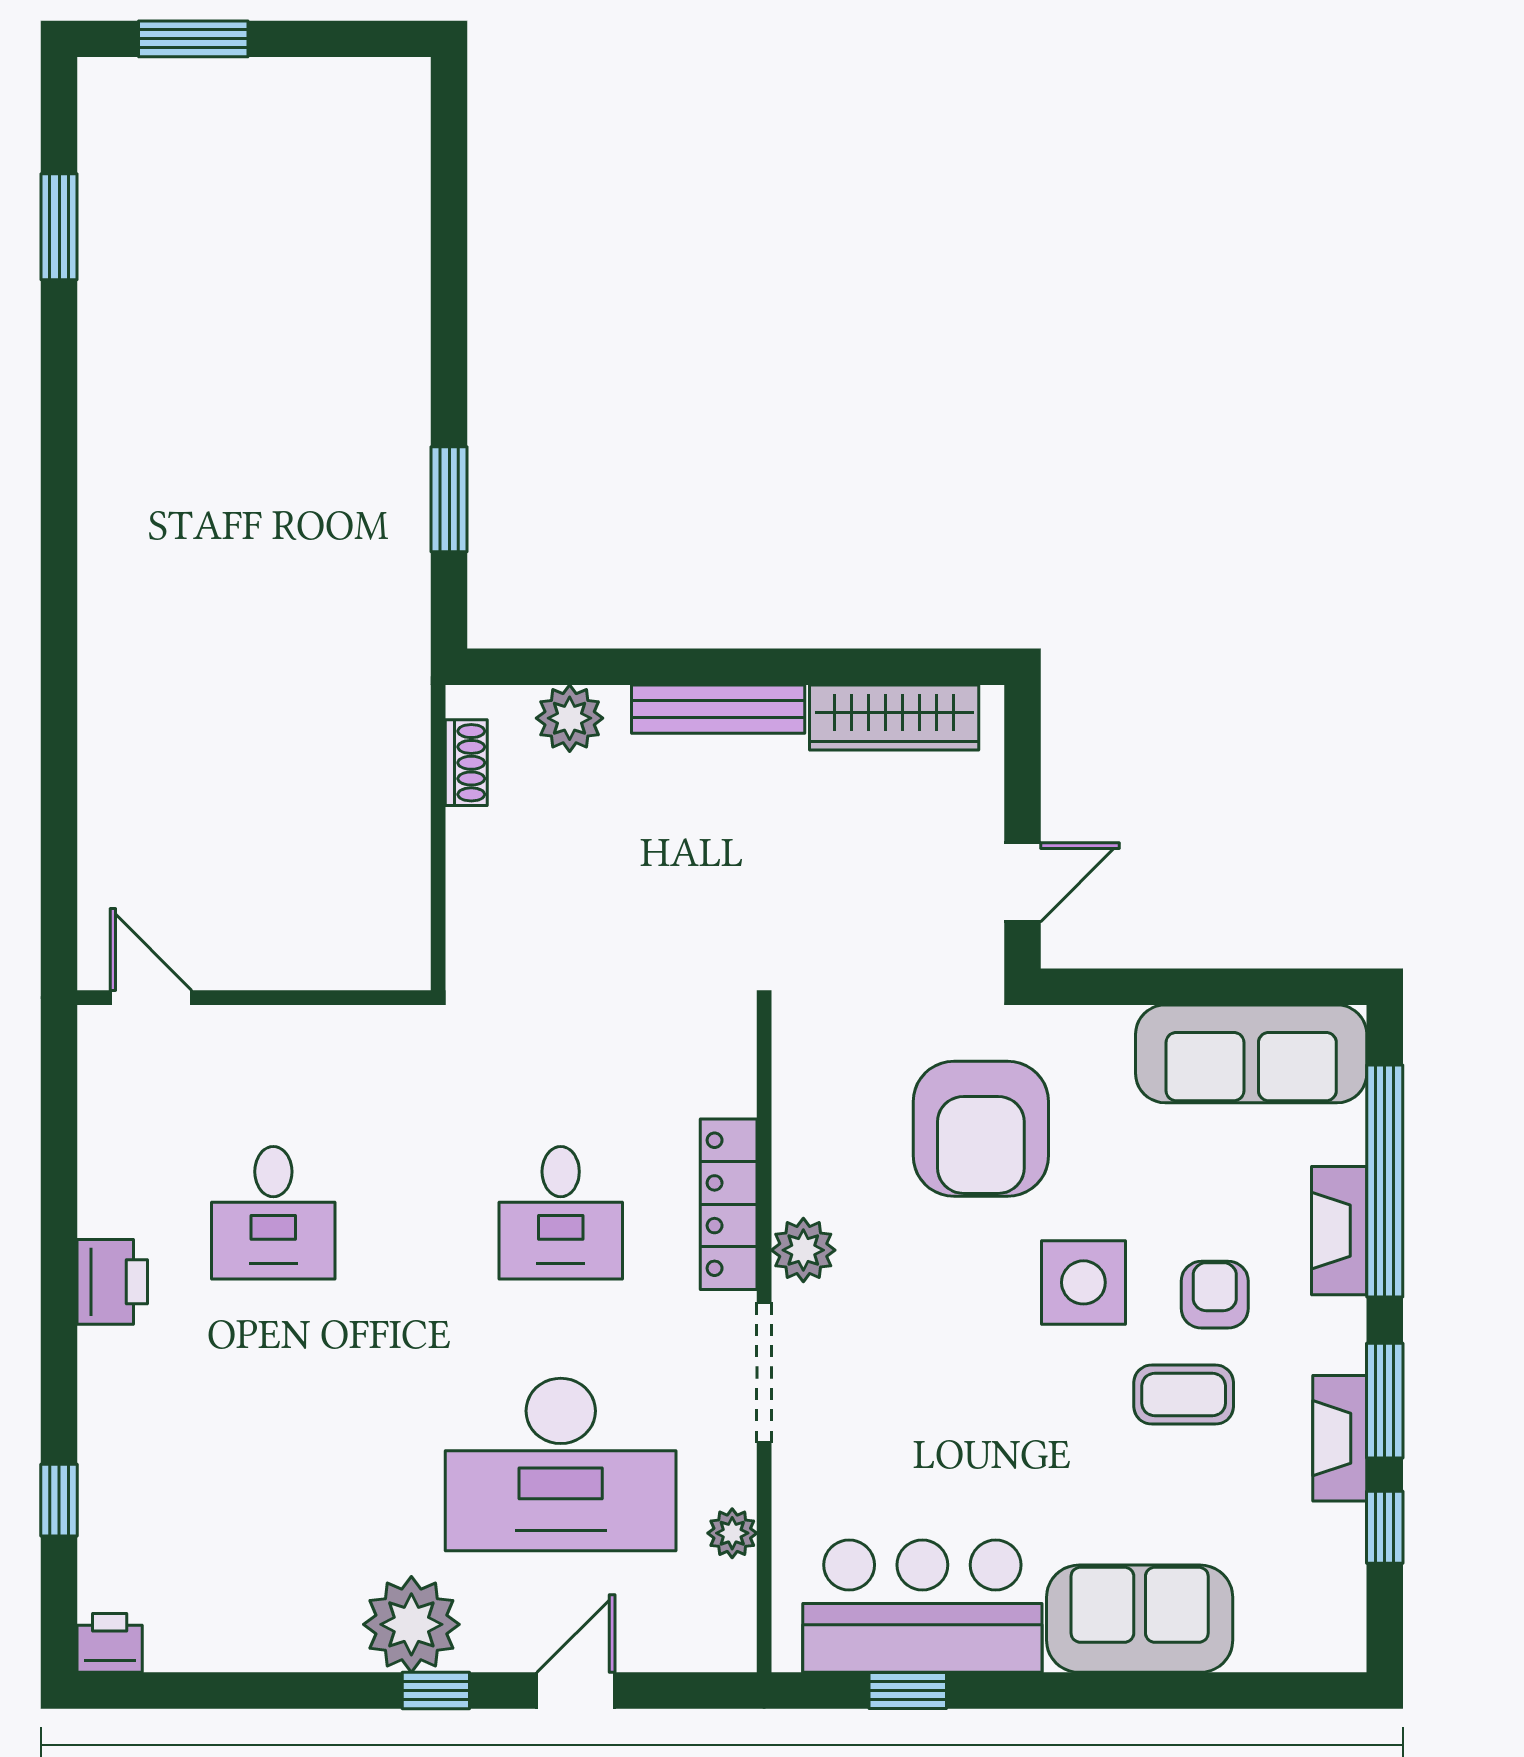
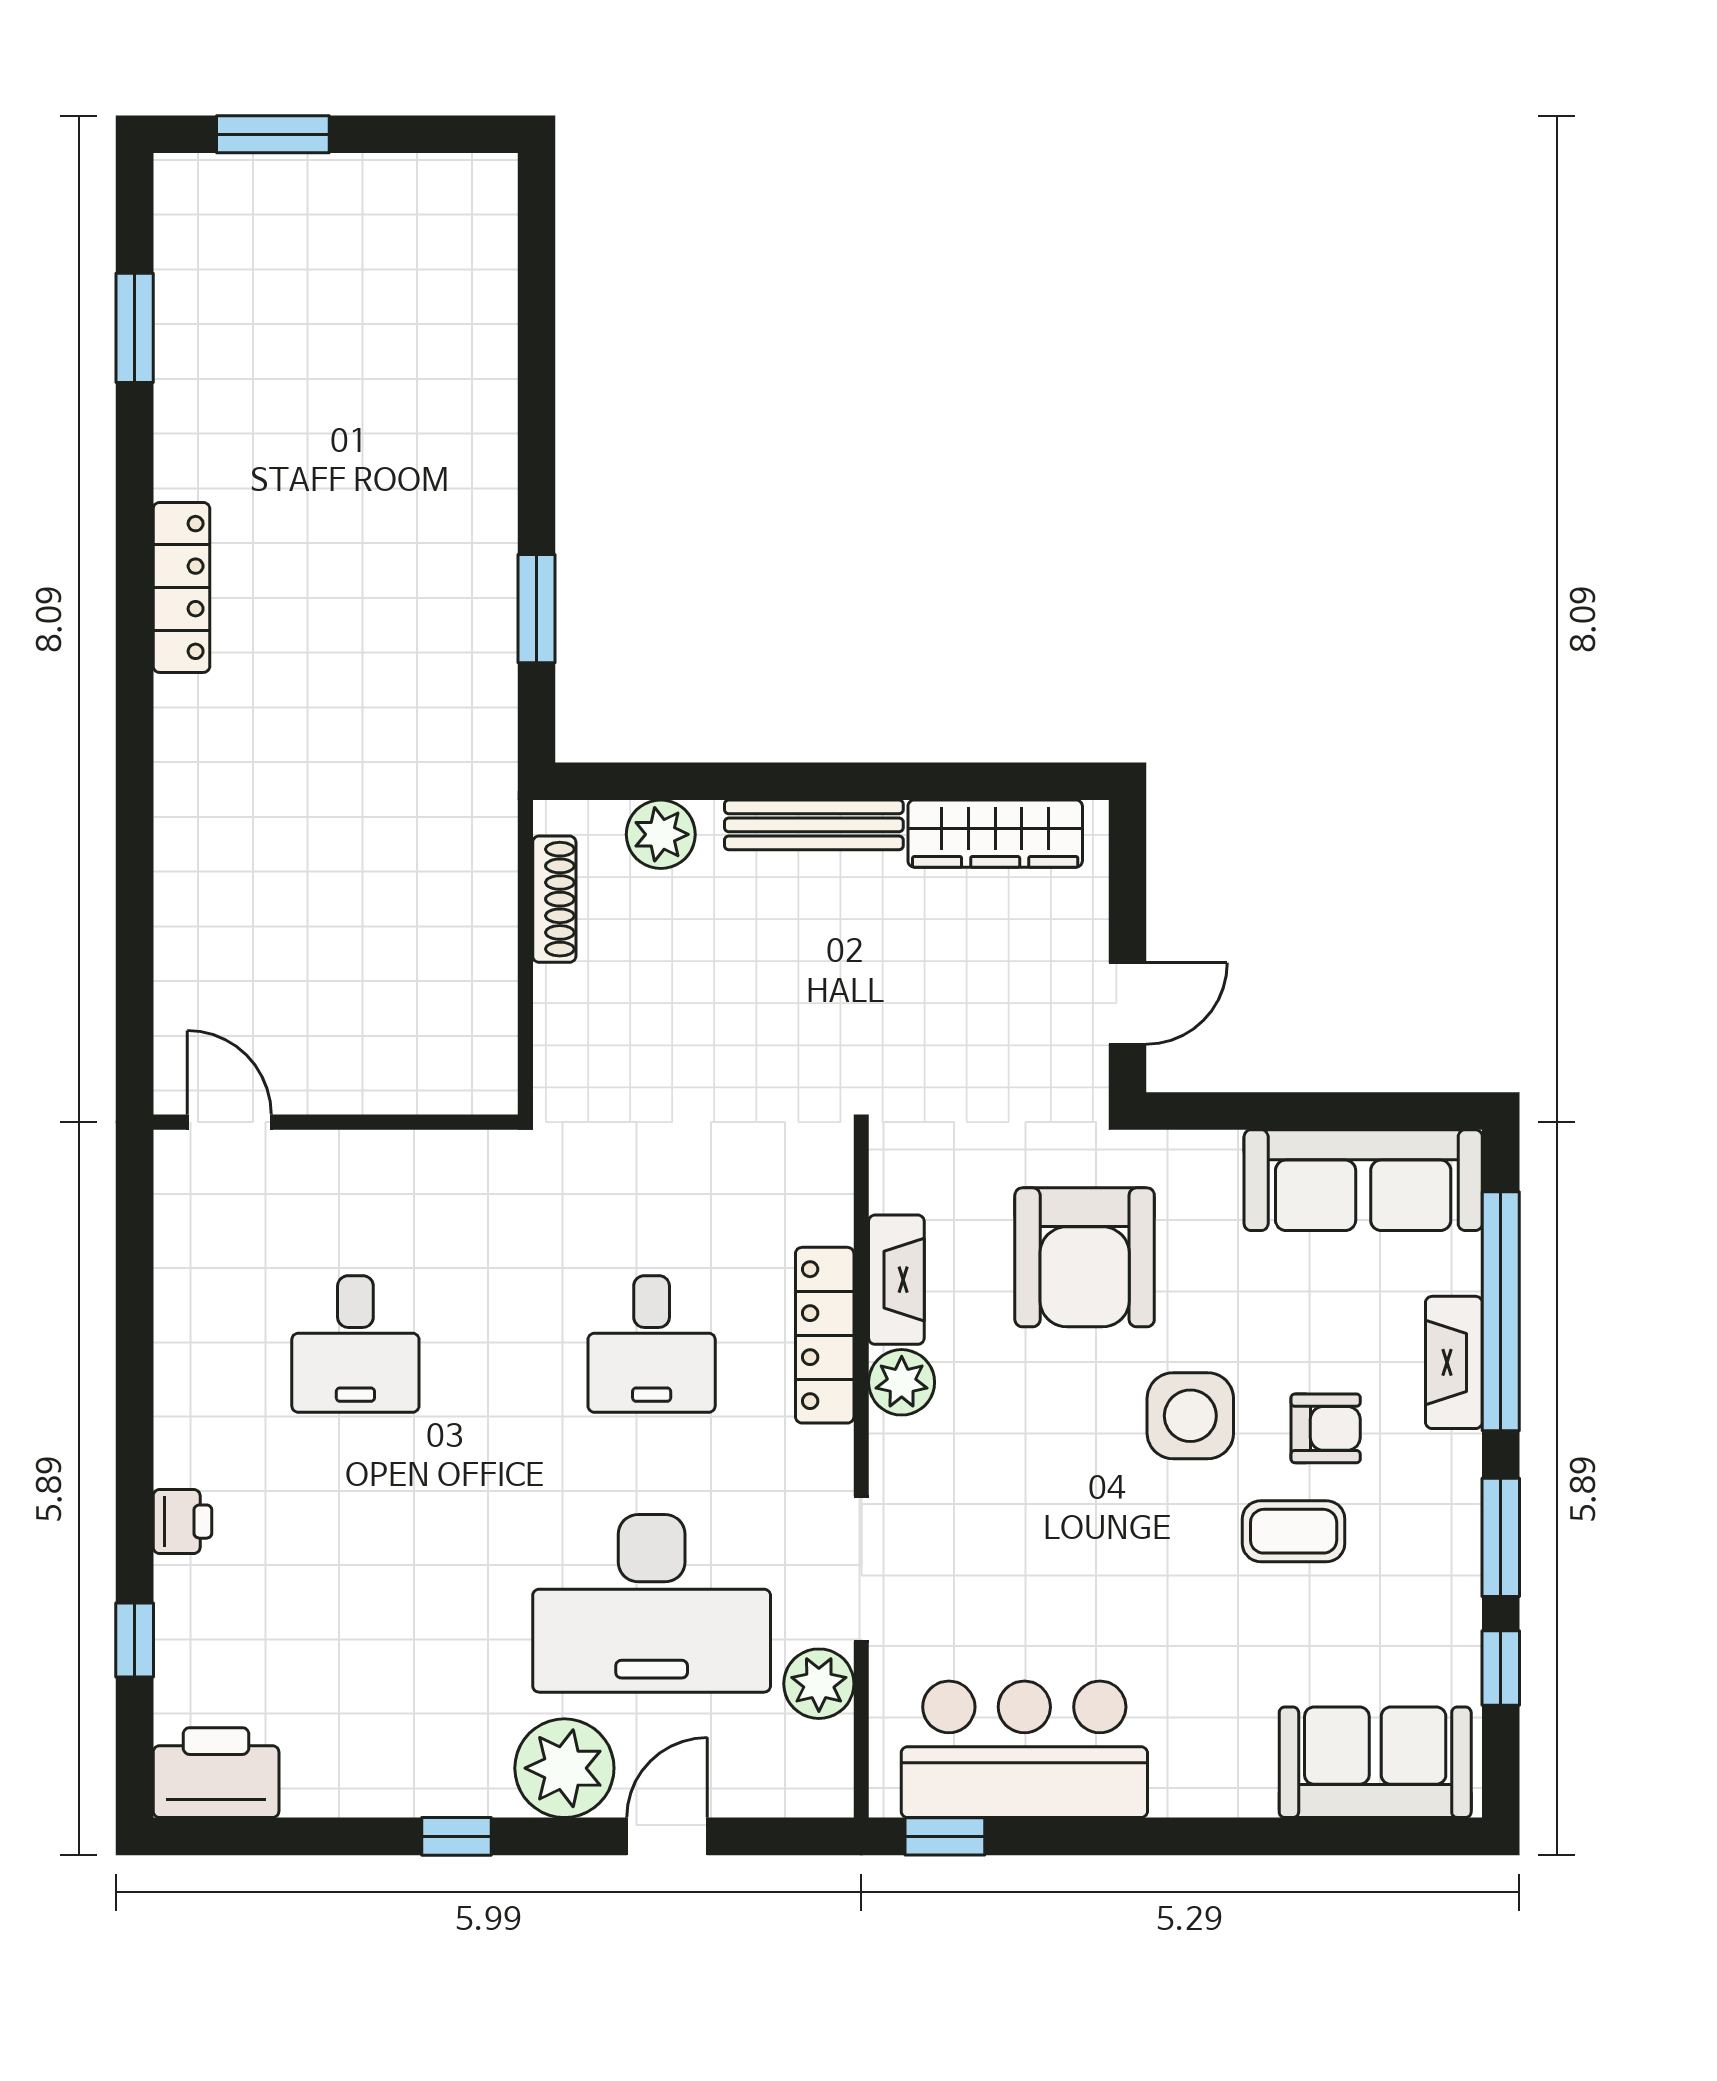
locker: (104, 479) -> (181, 587), added
shoe rack: (466, 763) -> (554, 899), width x1.43
printer: (112, 1282) -> (182, 1522), moved, width x0.73, depth x0.81
armchair: (1215, 1295) -> (1326, 1428), turned 90
doorway: (764, 1373) -> (861, 1569), moved
fireplace: (1340, 1438) -> (896, 1280), moved, turned 180
plant: (732, 1533) -> (819, 1684), width x1.38, depth x1.38
sofa: (1140, 1619) -> (1375, 1762), moved
plant: (411, 1624) -> (564, 1768), moved
printer: (110, 1643) -> (216, 1773), width x1.87, depth x1.48
window: (436, 1691) -> (456, 1836), moved
window: (908, 1691) -> (945, 1836), moved

